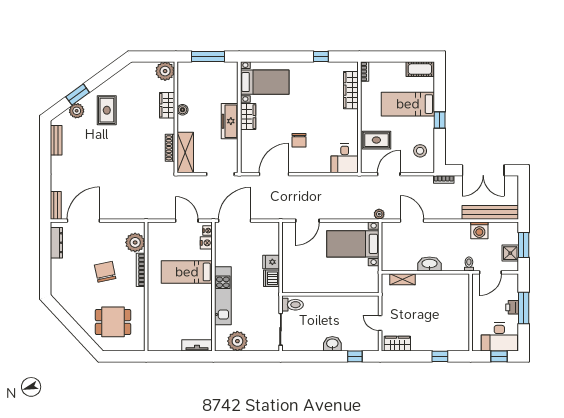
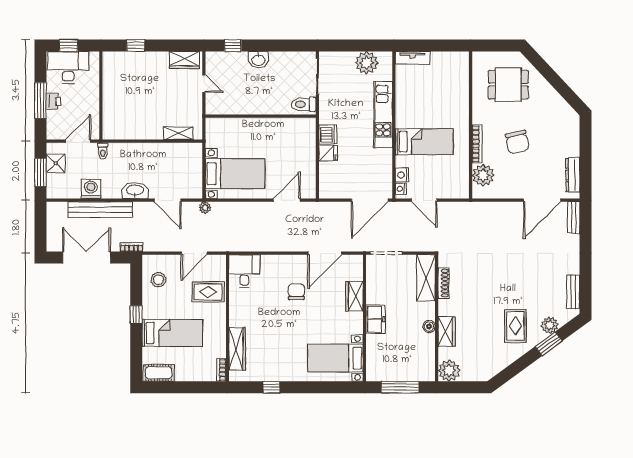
wardrobe: (248, 117) -> (354, 296), moved
freezer: (230, 121) -> (375, 319), width x0.71
bench: (490, 212) -> (100, 210), moved
washbasin: (429, 264) -> (135, 191), moved, turned 180

